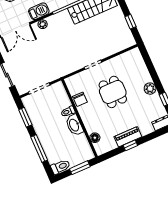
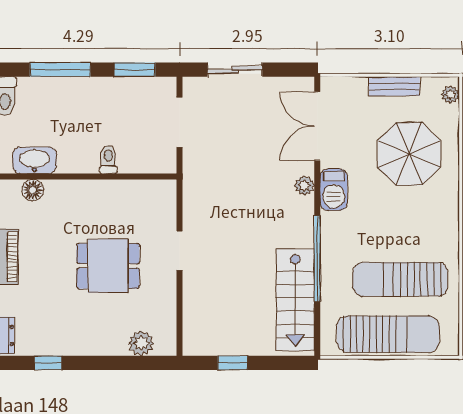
plant: (150, 89) -> (141, 343), moved
chair: (80, 99) -> (122, 194), removed
washbasin: (74, 125) -> (35, 160), moved

